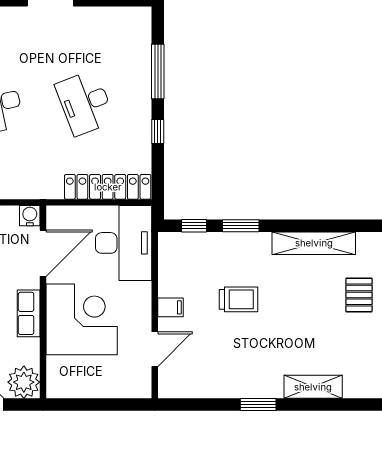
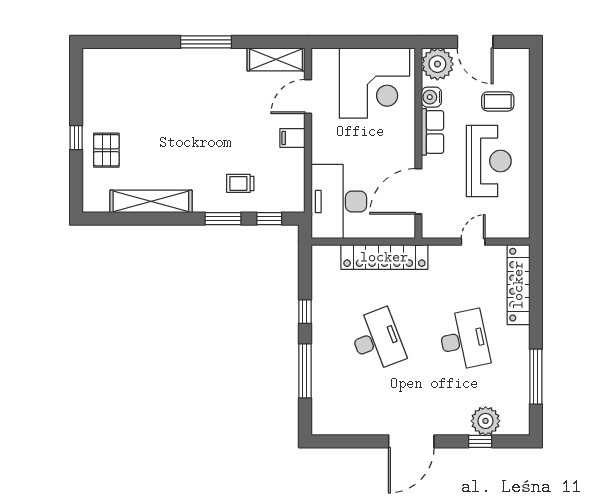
locker: (108, 187) -> (384, 257), moved
water cooler: (30, 216) -> (431, 97), moved, turned 90
trolley: (238, 299) -> (240, 183), moved, width x0.73, depth x0.72
corner desk: (82, 319) -> (374, 83), moved, turned -90
shelving: (313, 387) -> (276, 59), moved
window: (258, 405) -> (206, 42), width x1.44

